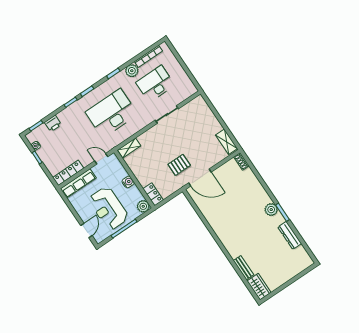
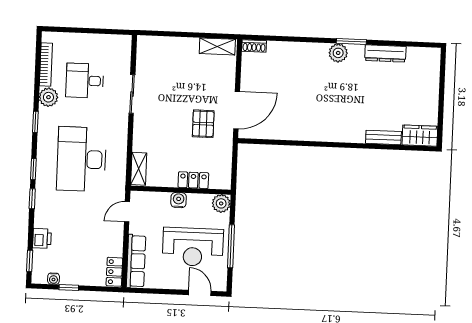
desk: (155, 84) -> (85, 81), width x0.73
locker: (68, 173) -> (114, 272), width x0.66
locker: (153, 194) -> (193, 180), moved

